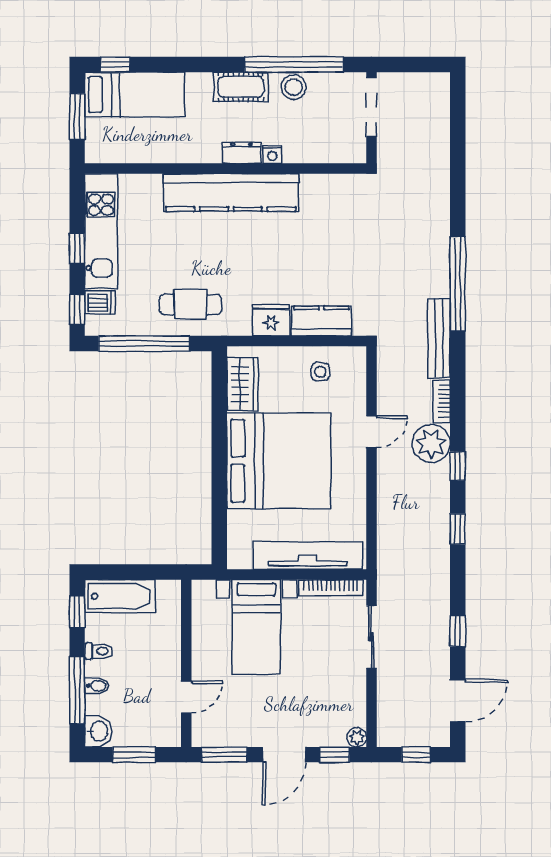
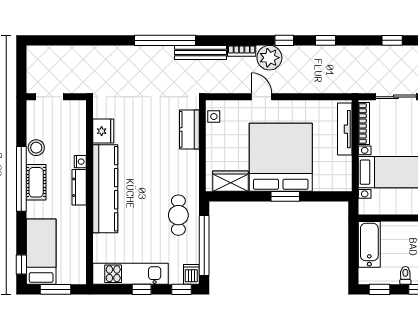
window: (294, 65) -> (21, 179), moved
doorway: (371, 107) -> (50, 97), width x0.73
dresser: (242, 153) -> (79, 187), width x1.44
dishwasher: (100, 303) -> (191, 274), moved
fridge: (271, 320) -> (103, 131), moved, turned 180
side table: (320, 372) -> (214, 117), moved
window: (219, 468) -> (285, 196), added
tv unit: (308, 556) -> (345, 129), width x0.73, depth x0.78
bathtub: (120, 596) -> (369, 244), moved

